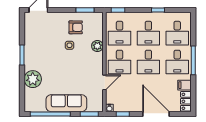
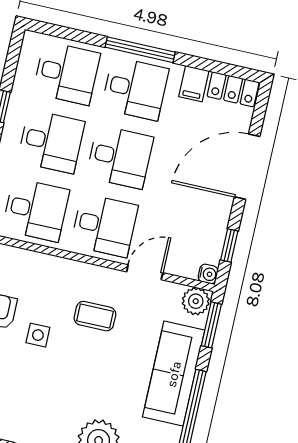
plant: (97, 46) -> (196, 301), moved
coffee table: (82, 66) -> (95, 316), added
door: (104, 82) -> (145, 272), hinge flipped

